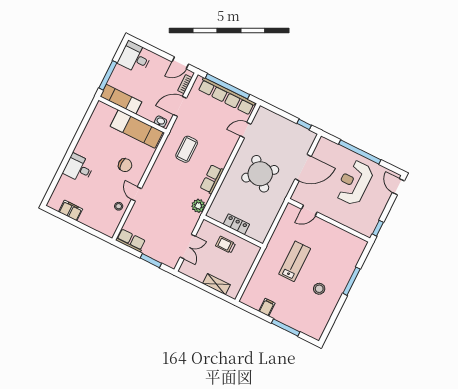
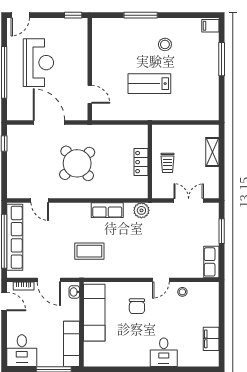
chair: (125, 165) -> (137, 306), turned 180
reception desk: (354, 183) -> (38, 63), turned -90
filing cabinet: (267, 307) -> (210, 26), moved

